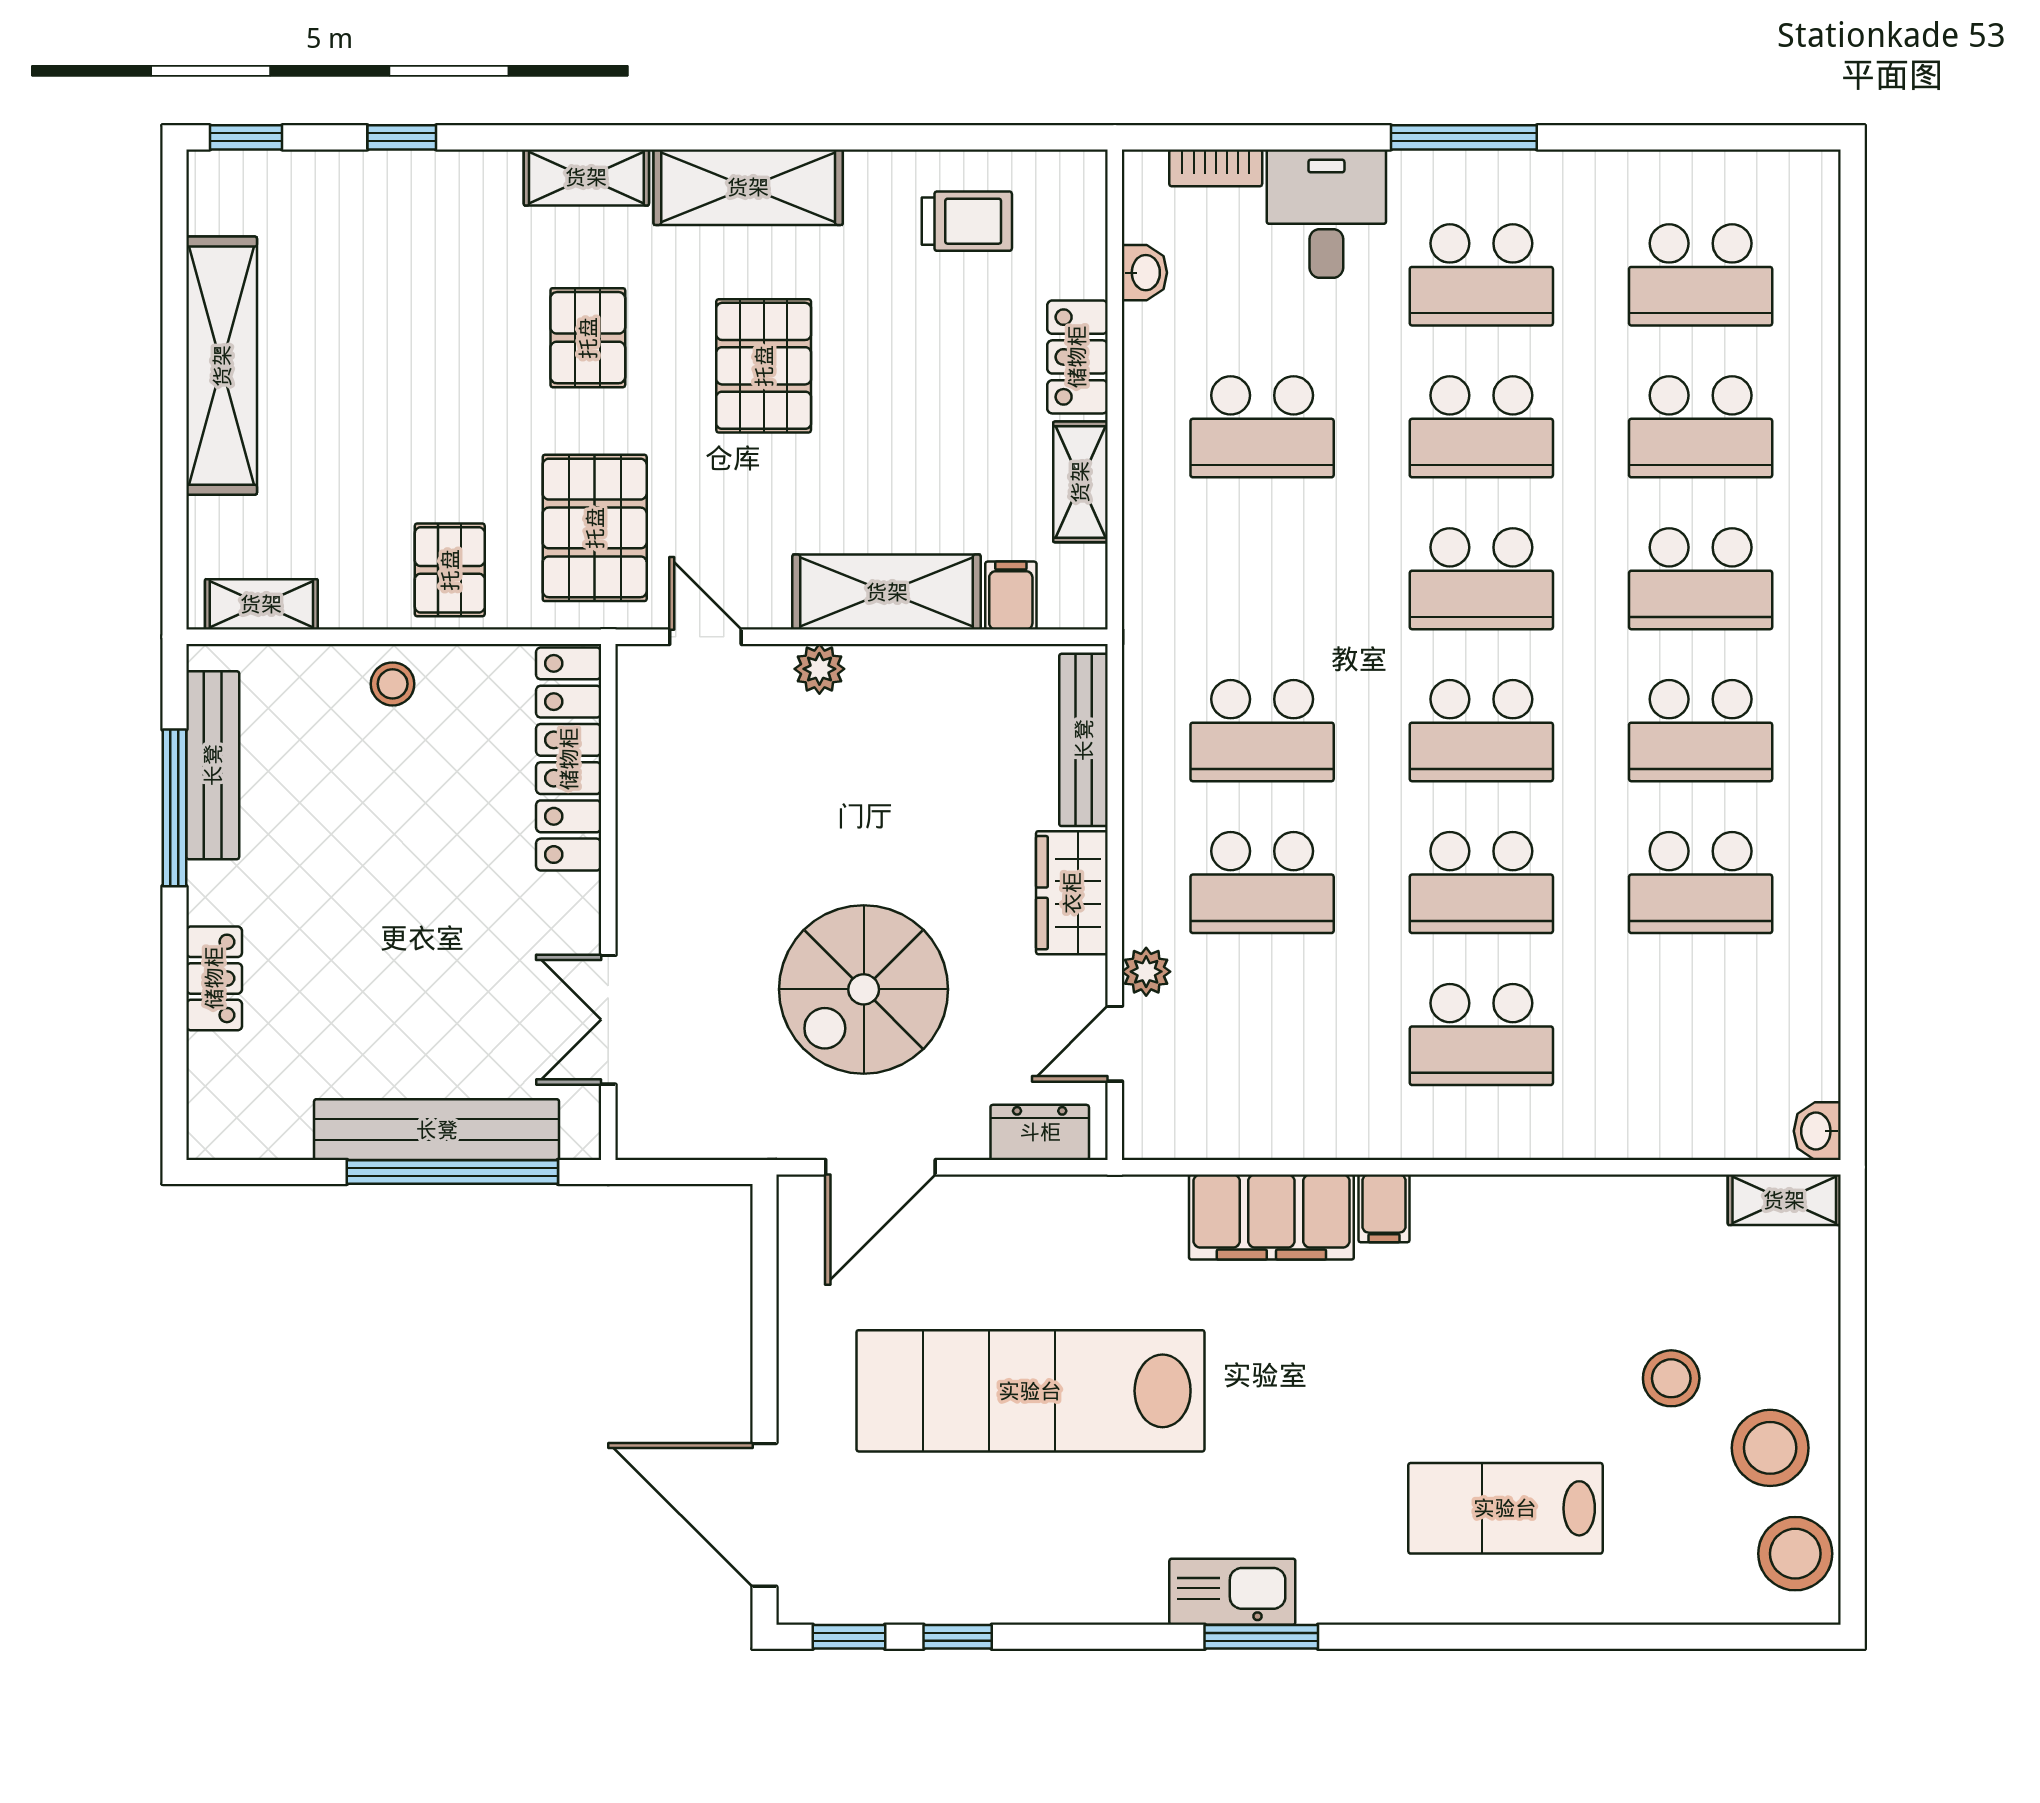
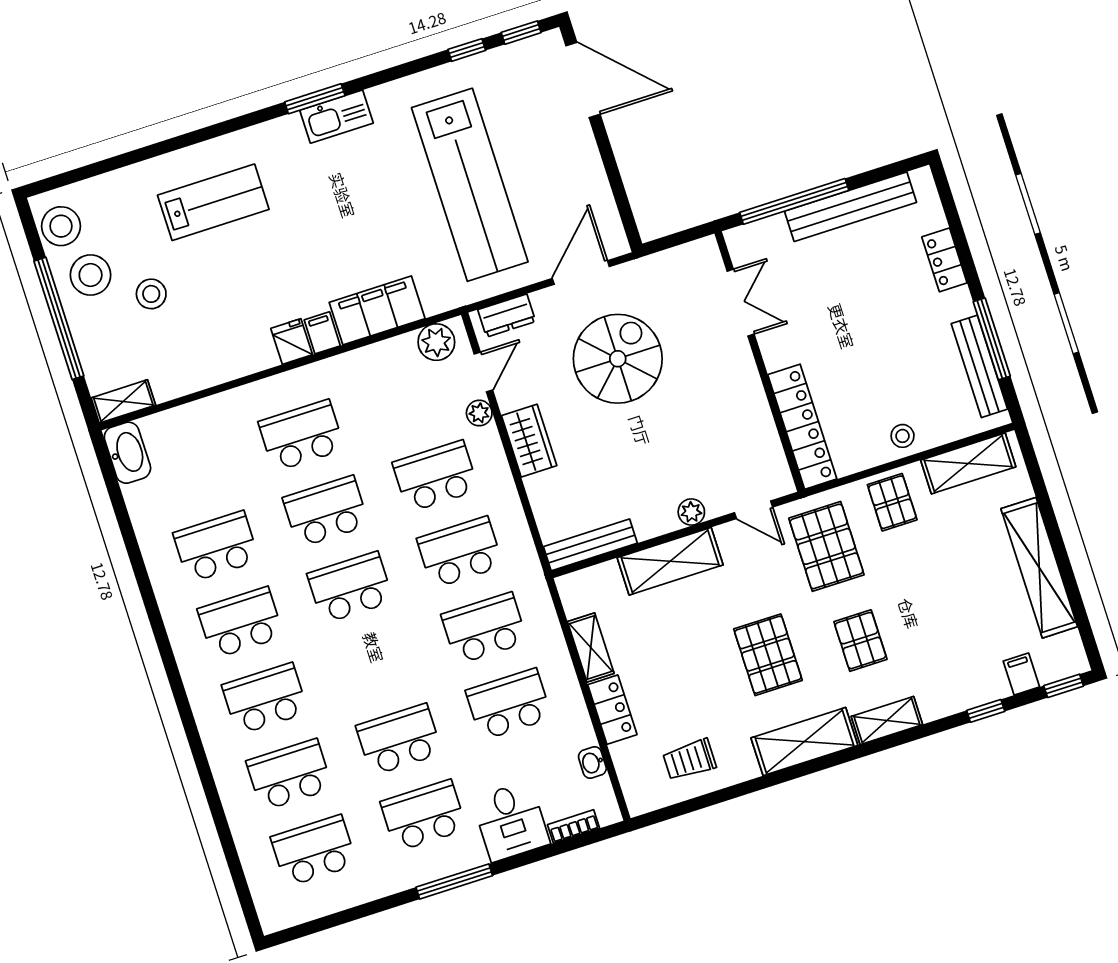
school desk: (1481, 579) -> (484, 628), moved
filing cabinet: (1011, 596) -> (1021, 674), moved, turned 180
shelving: (261, 604) -> (968, 463), width x1.50, depth x1.33
bench: (1084, 740) -> (590, 545), moved, turned 90
plant: (1183, 1125) -> (436, 342), added
bench: (437, 1130) -> (851, 207), moved
washbasin: (1817, 1131) -> (127, 453), width x1.91, depth x1.45
fridge: (1445, 1210) -> (292, 342), added
window: (1853, 1388) -> (59, 318), added
lab bench: (1030, 1391) -> (470, 185), turned 90

